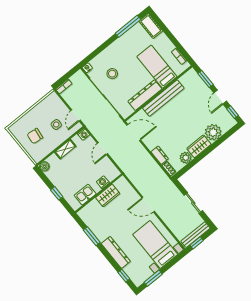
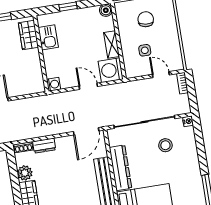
door: (75, 115) -> (161, 75), moved
washing machine: (83, 134) -> (111, 70), width x1.89, depth x1.89
washing machine: (103, 182) -> (54, 84), moved
wardrobe: (108, 195) -> (28, 35), moved

